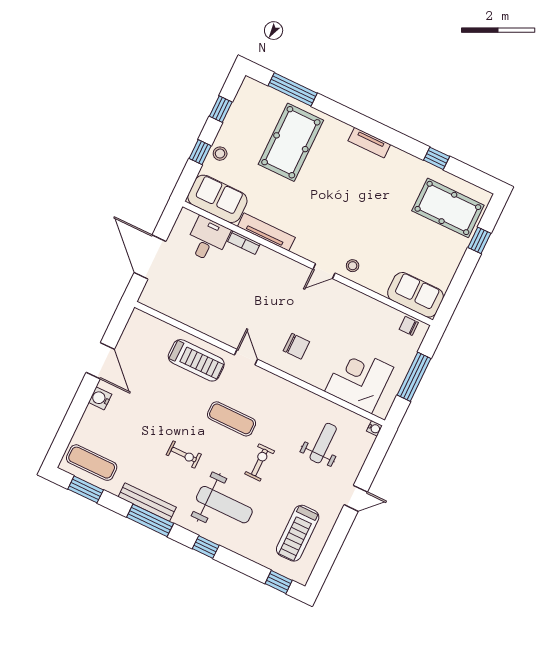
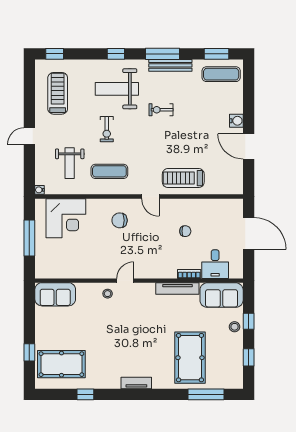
chair: (409, 326) -> (185, 231), moved
exercise mat: (232, 419) -> (109, 171), moved

